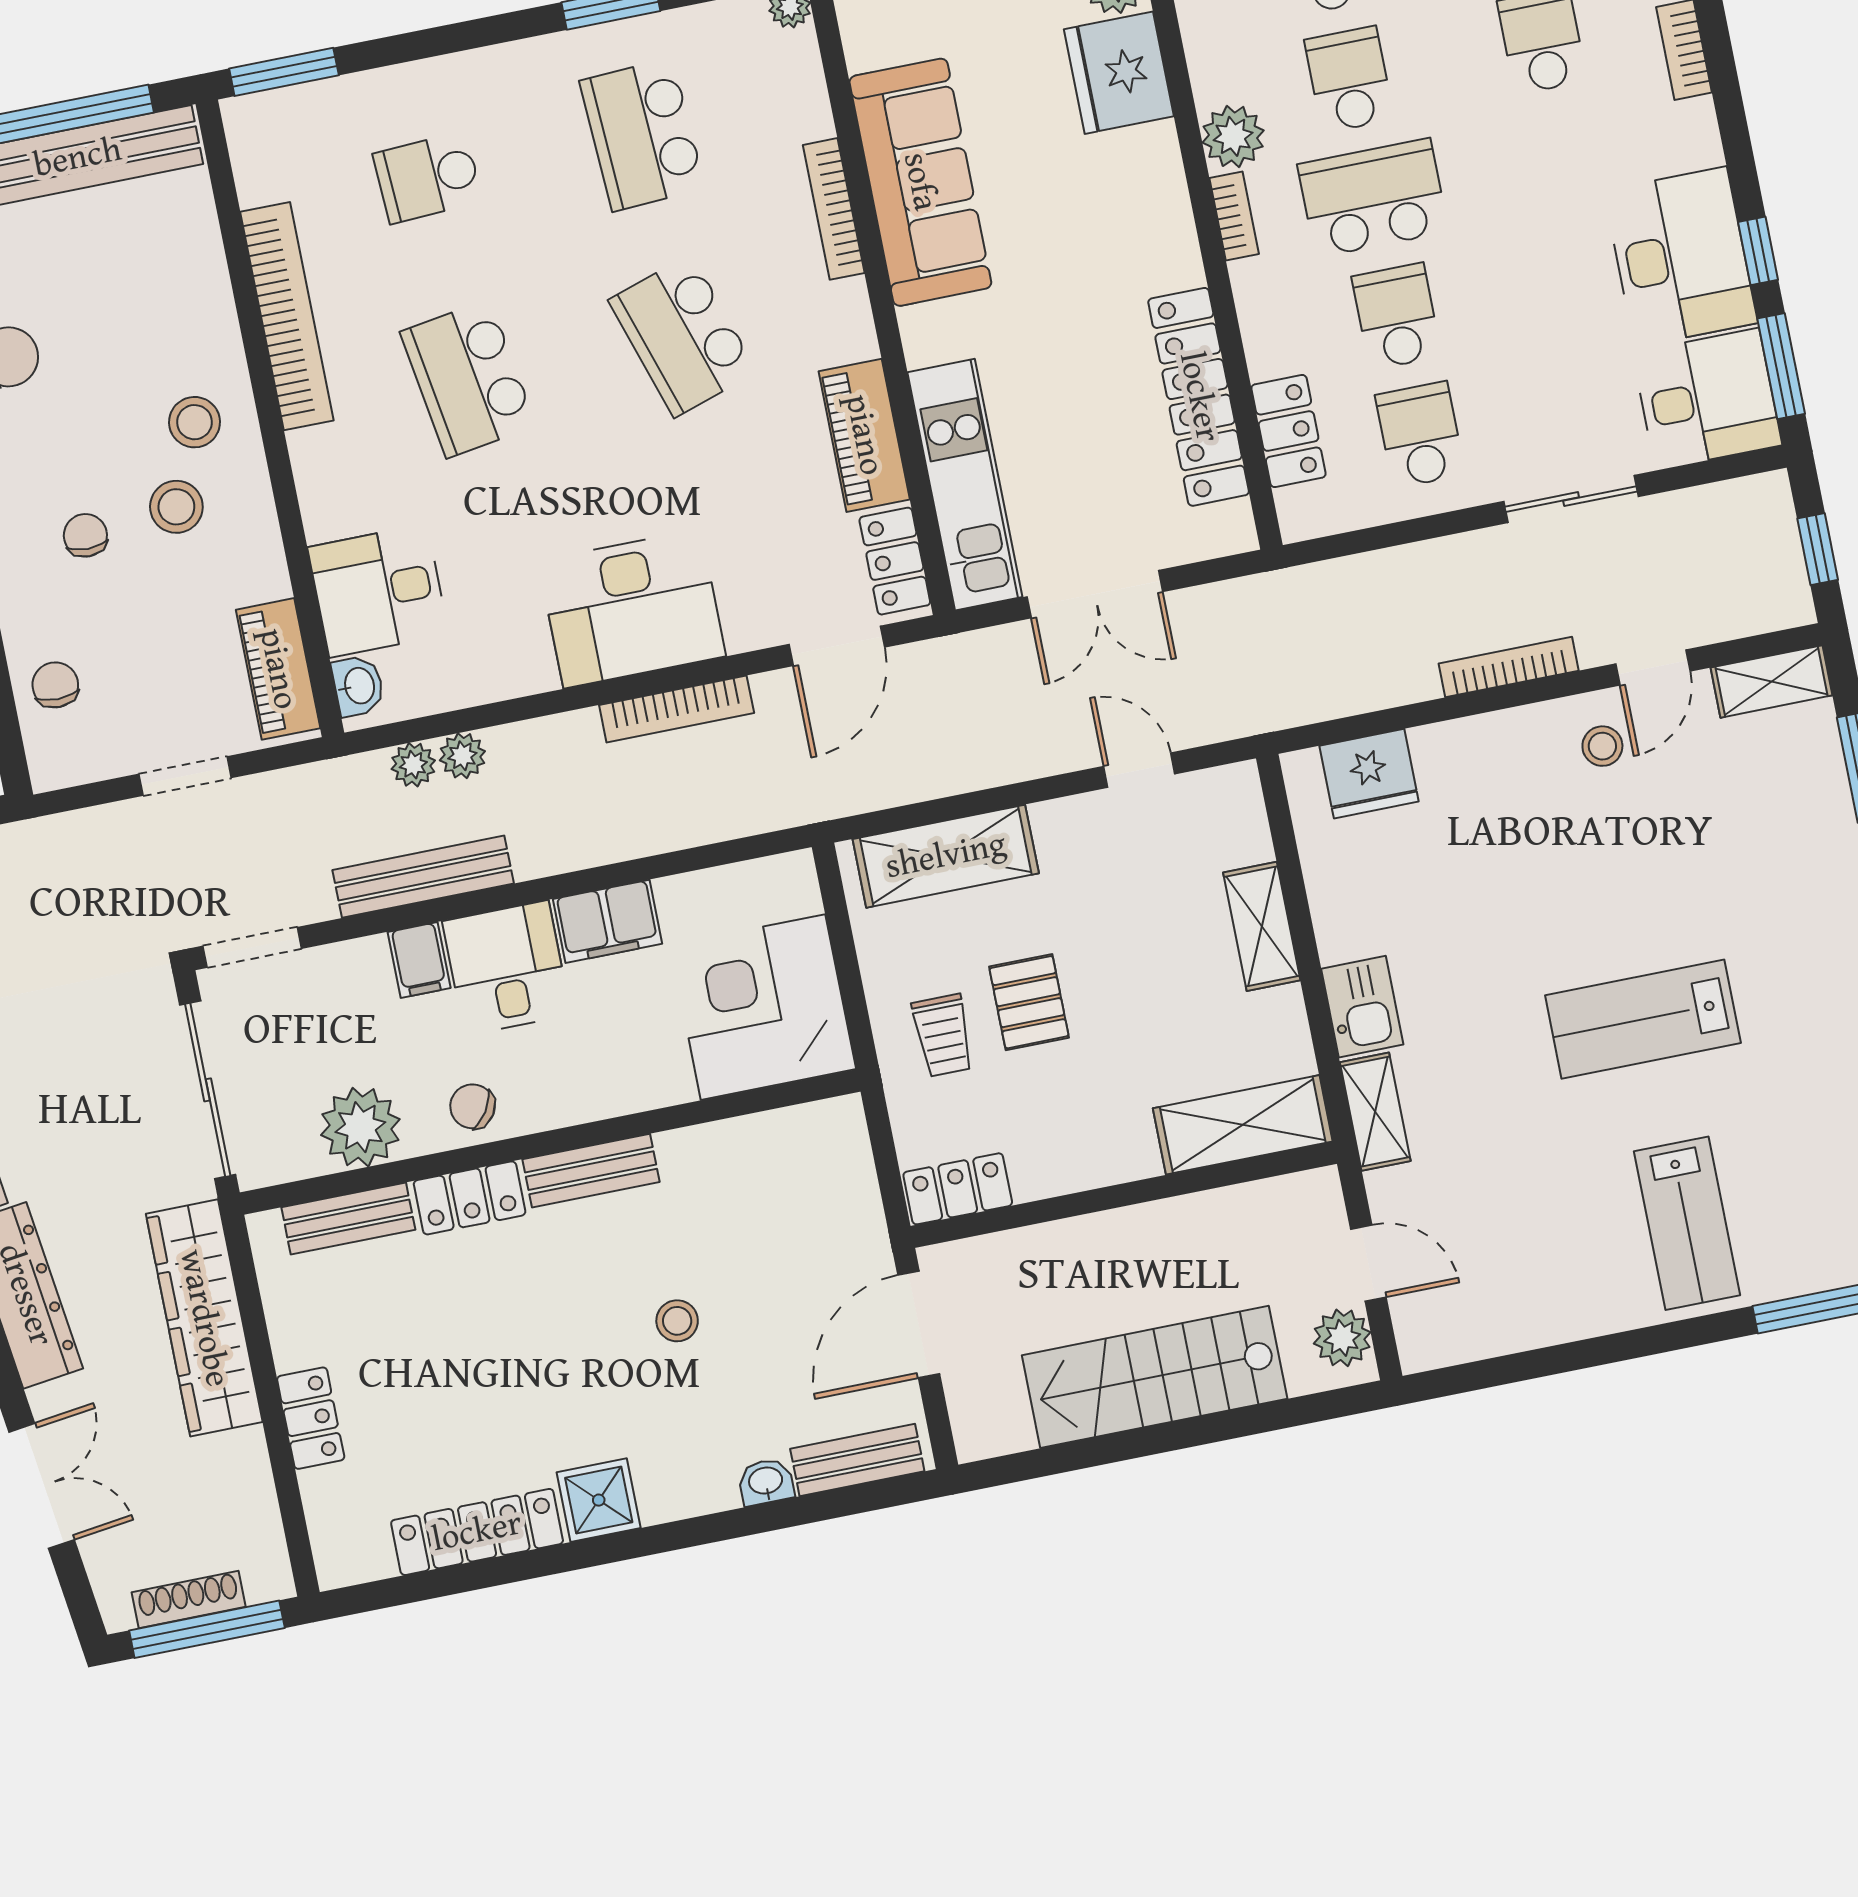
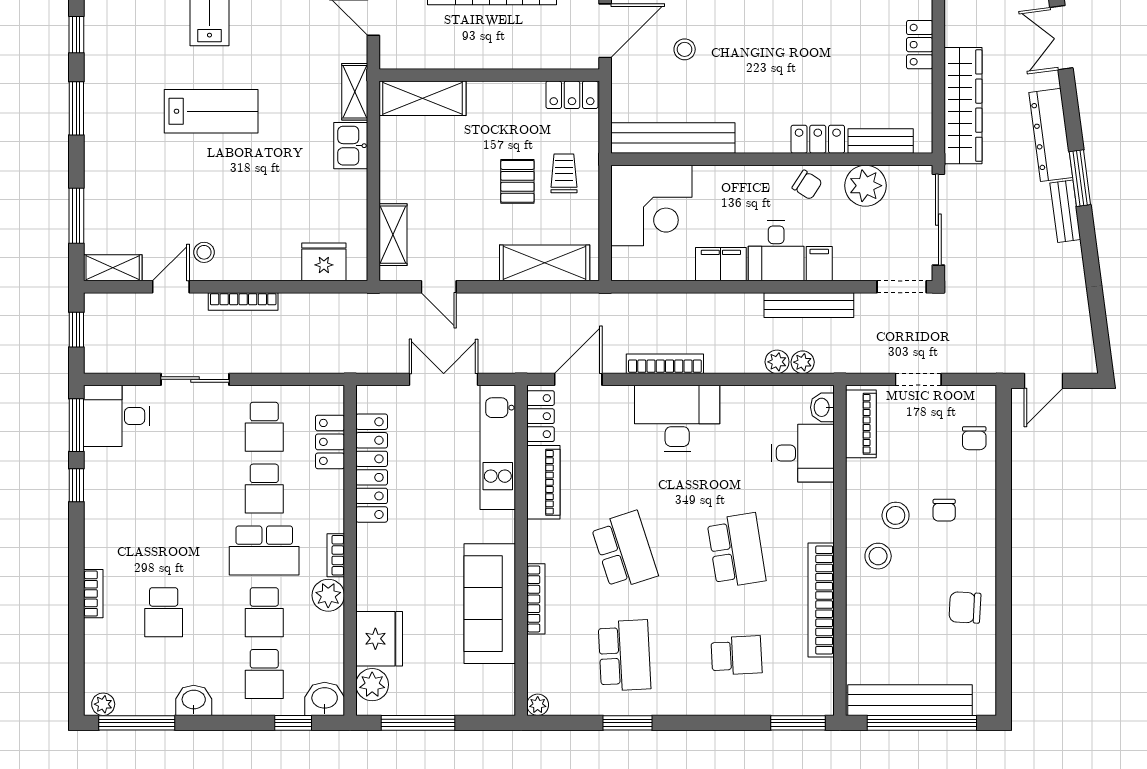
desk: (1681, 257) -> (116, 490), removed
shelving: (1262, 926) -> (393, 235), moved
bench: (591, 1171) -> (673, 138), moved, width x1.86, depth x1.21
stool: (677, 1321) -> (685, 49), moved

